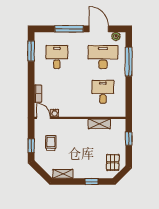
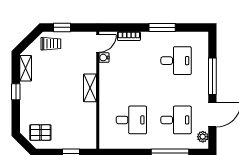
window: (31, 51) -> (162, 27), moved
desk: (103, 57) -> (176, 120), width x0.73
shelving: (99, 124) -> (90, 88), moved
trolley: (51, 143) -> (51, 44), moved
window: (91, 181) -> (16, 92), moved

